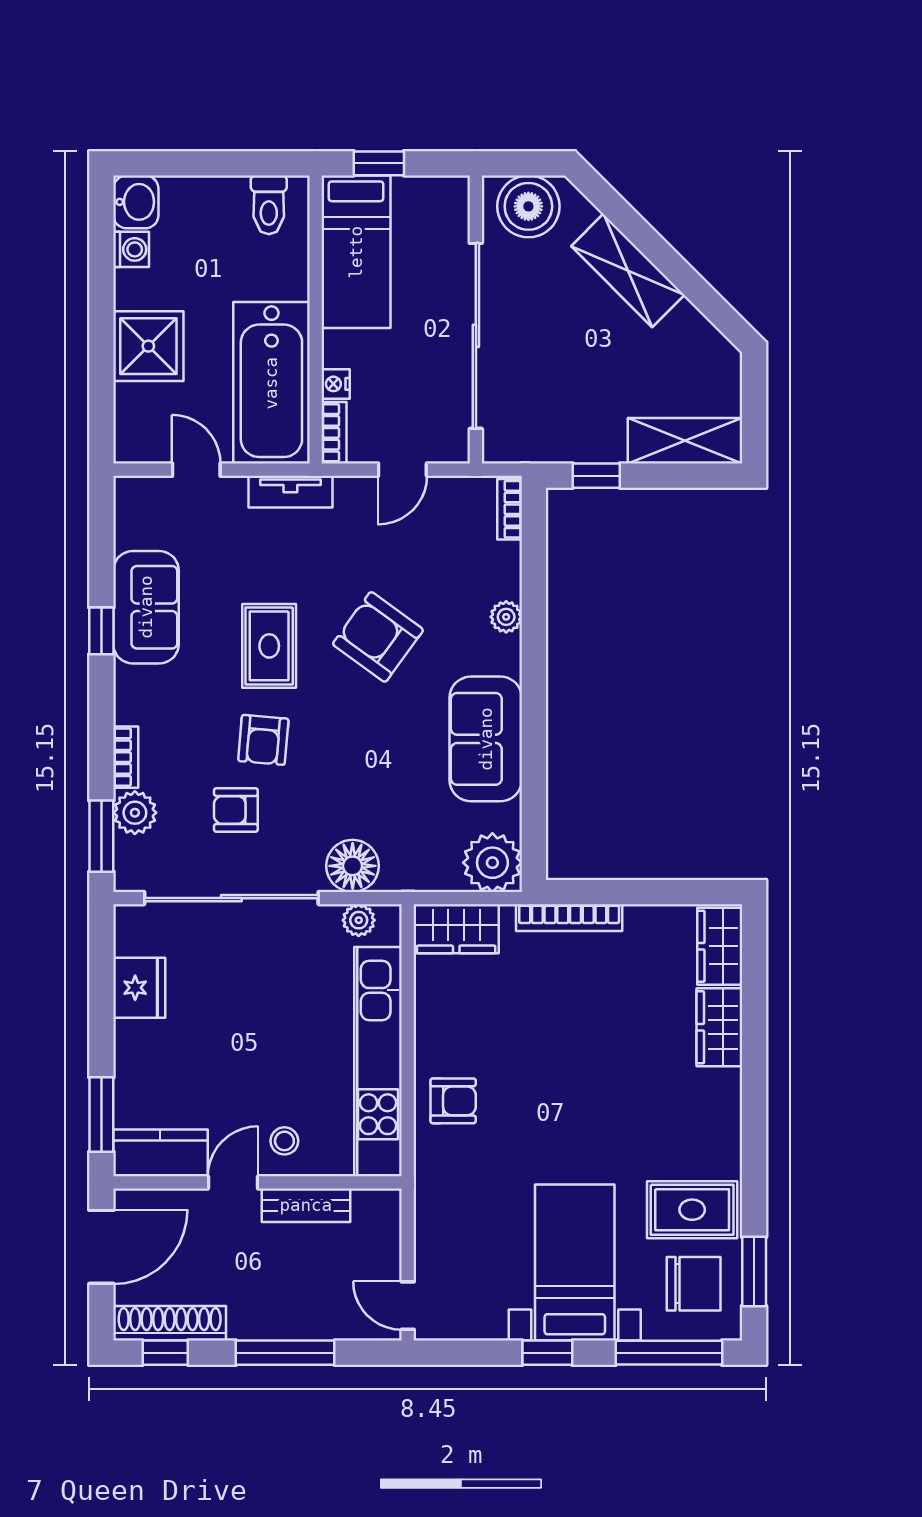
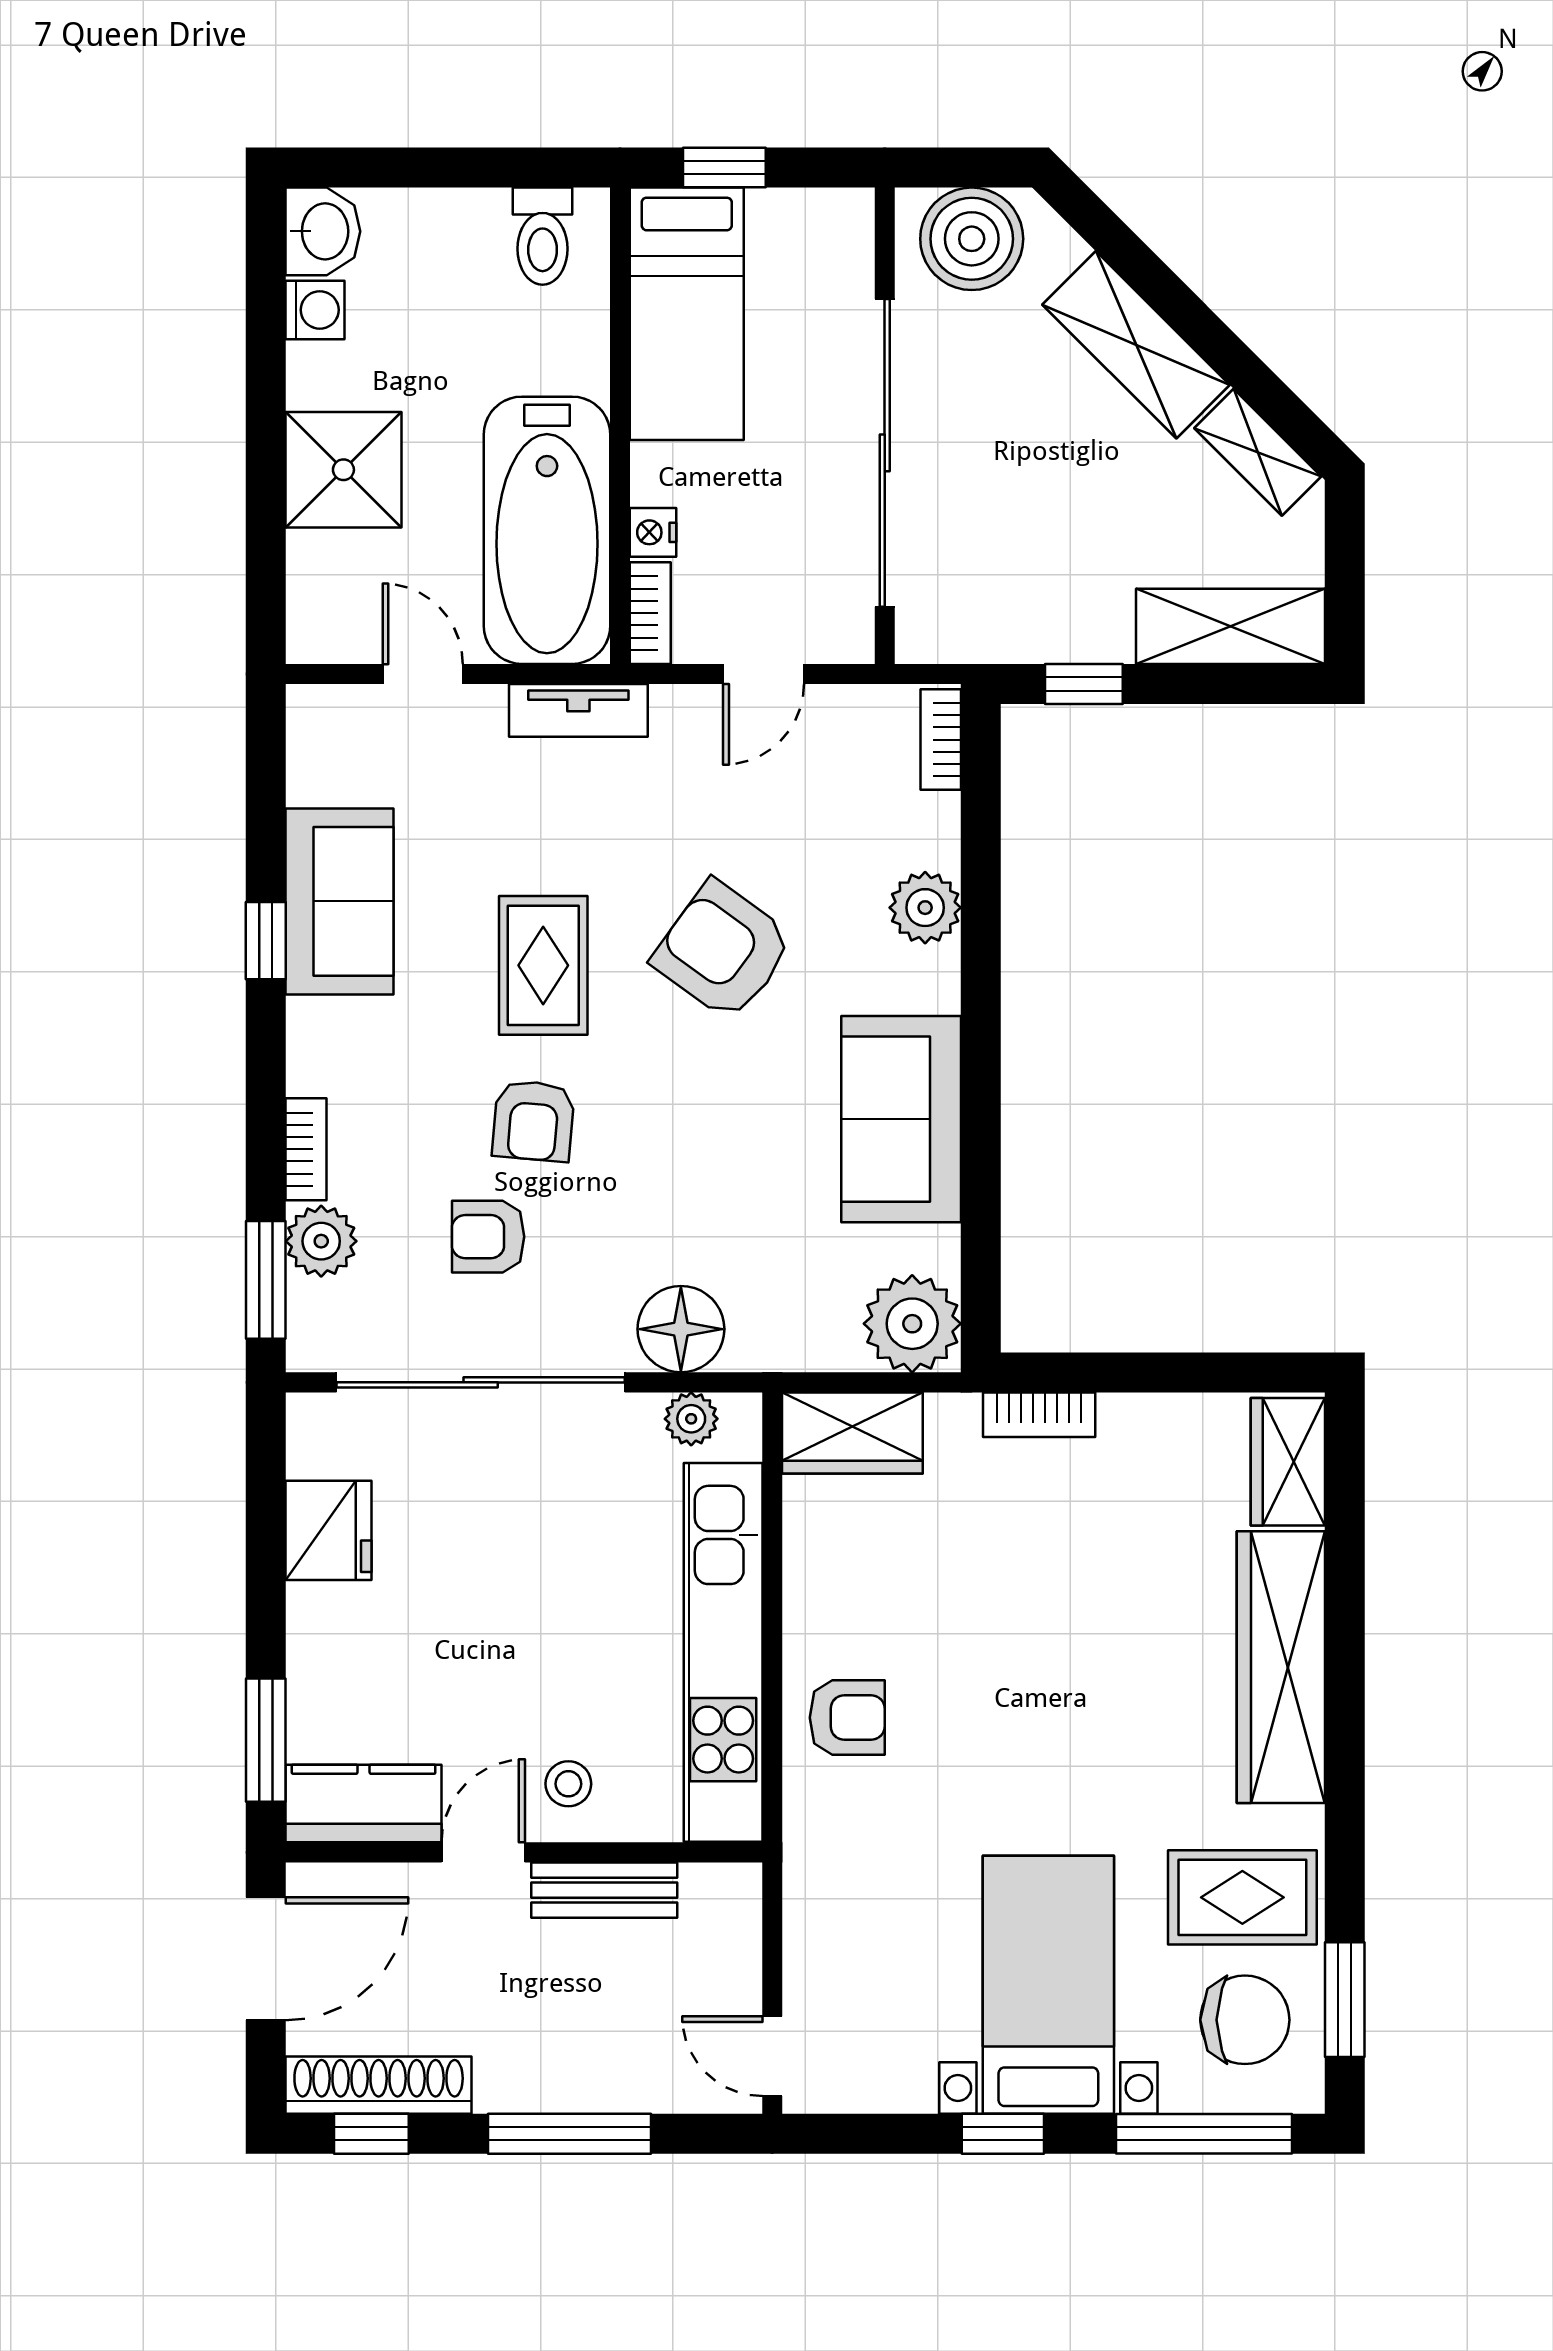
shelving: (701, 336) -> (1258, 452), added
plant: (506, 617) -> (925, 908), width x1.38, depth x1.38
bookcase: (569, 918) -> (1039, 1415), width x0.64
wardrobe: (719, 1027) -> (1281, 1667), width x2.10, depth x1.17

